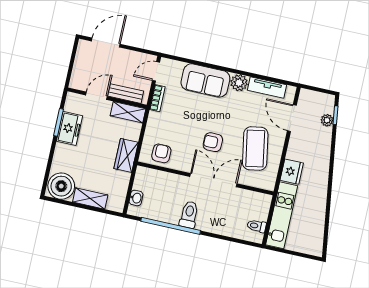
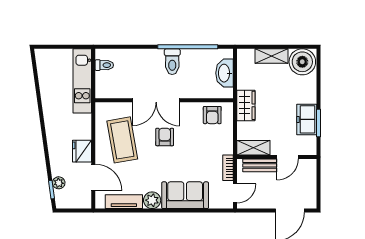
armchair: (213, 142) -> (165, 137), turned -90
fridge: (292, 172) -> (82, 151), moved
washbasin: (136, 198) -> (225, 73), width x1.91, depth x1.45

